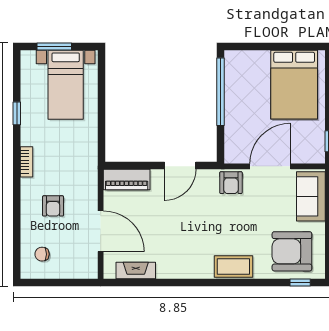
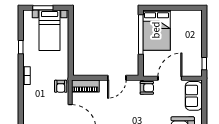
bed: (294, 85) -> (156, 30), moved
armchair: (231, 183) -> (147, 88), turned -90
armchair: (53, 206) -> (61, 86), moved

